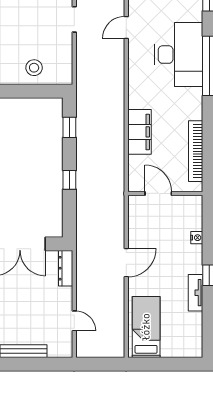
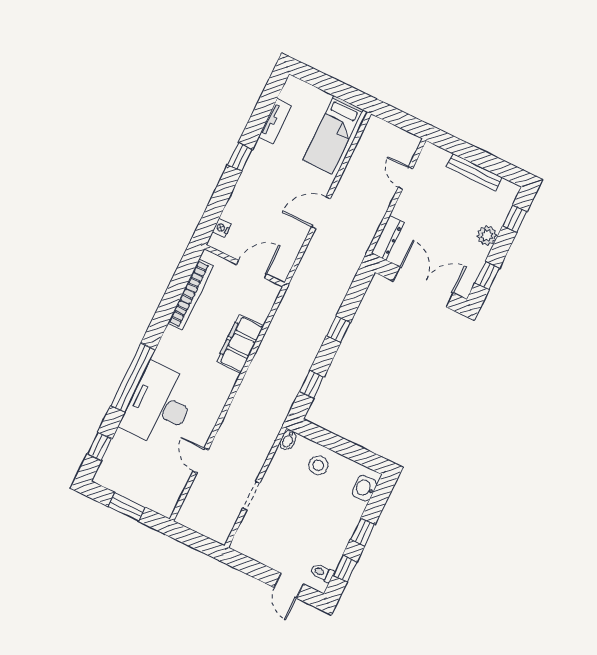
door: (126, 28) -> (201, 460), swing flipped
bidet: (67, 76) -> (288, 440), added
door: (158, 193) -> (252, 269), swing flipped
nightstand: (197, 238) -> (222, 228), moved
tv unit: (196, 293) -> (275, 121), moved

